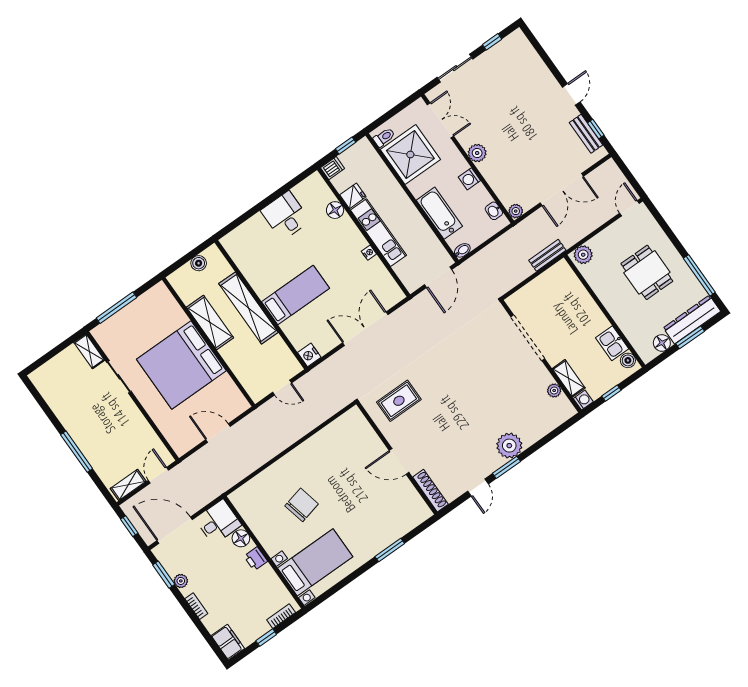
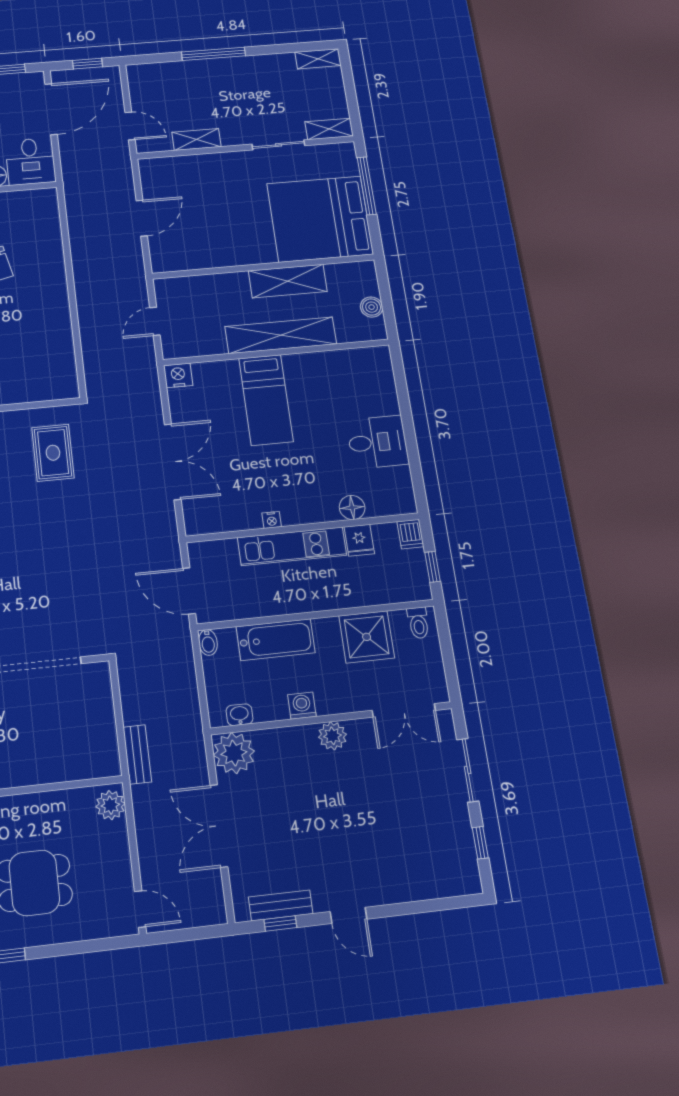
shower: (410, 155) -> (367, 637), width x0.73, depth x0.73
plant: (516, 211) -> (234, 753), width x1.88, depth x1.88
bed: (181, 365) -> (320, 219), moved, turned -90
shelving: (42, 384) -> (318, 59), added
shelving: (128, 485) -> (197, 139), moved, turned 90

